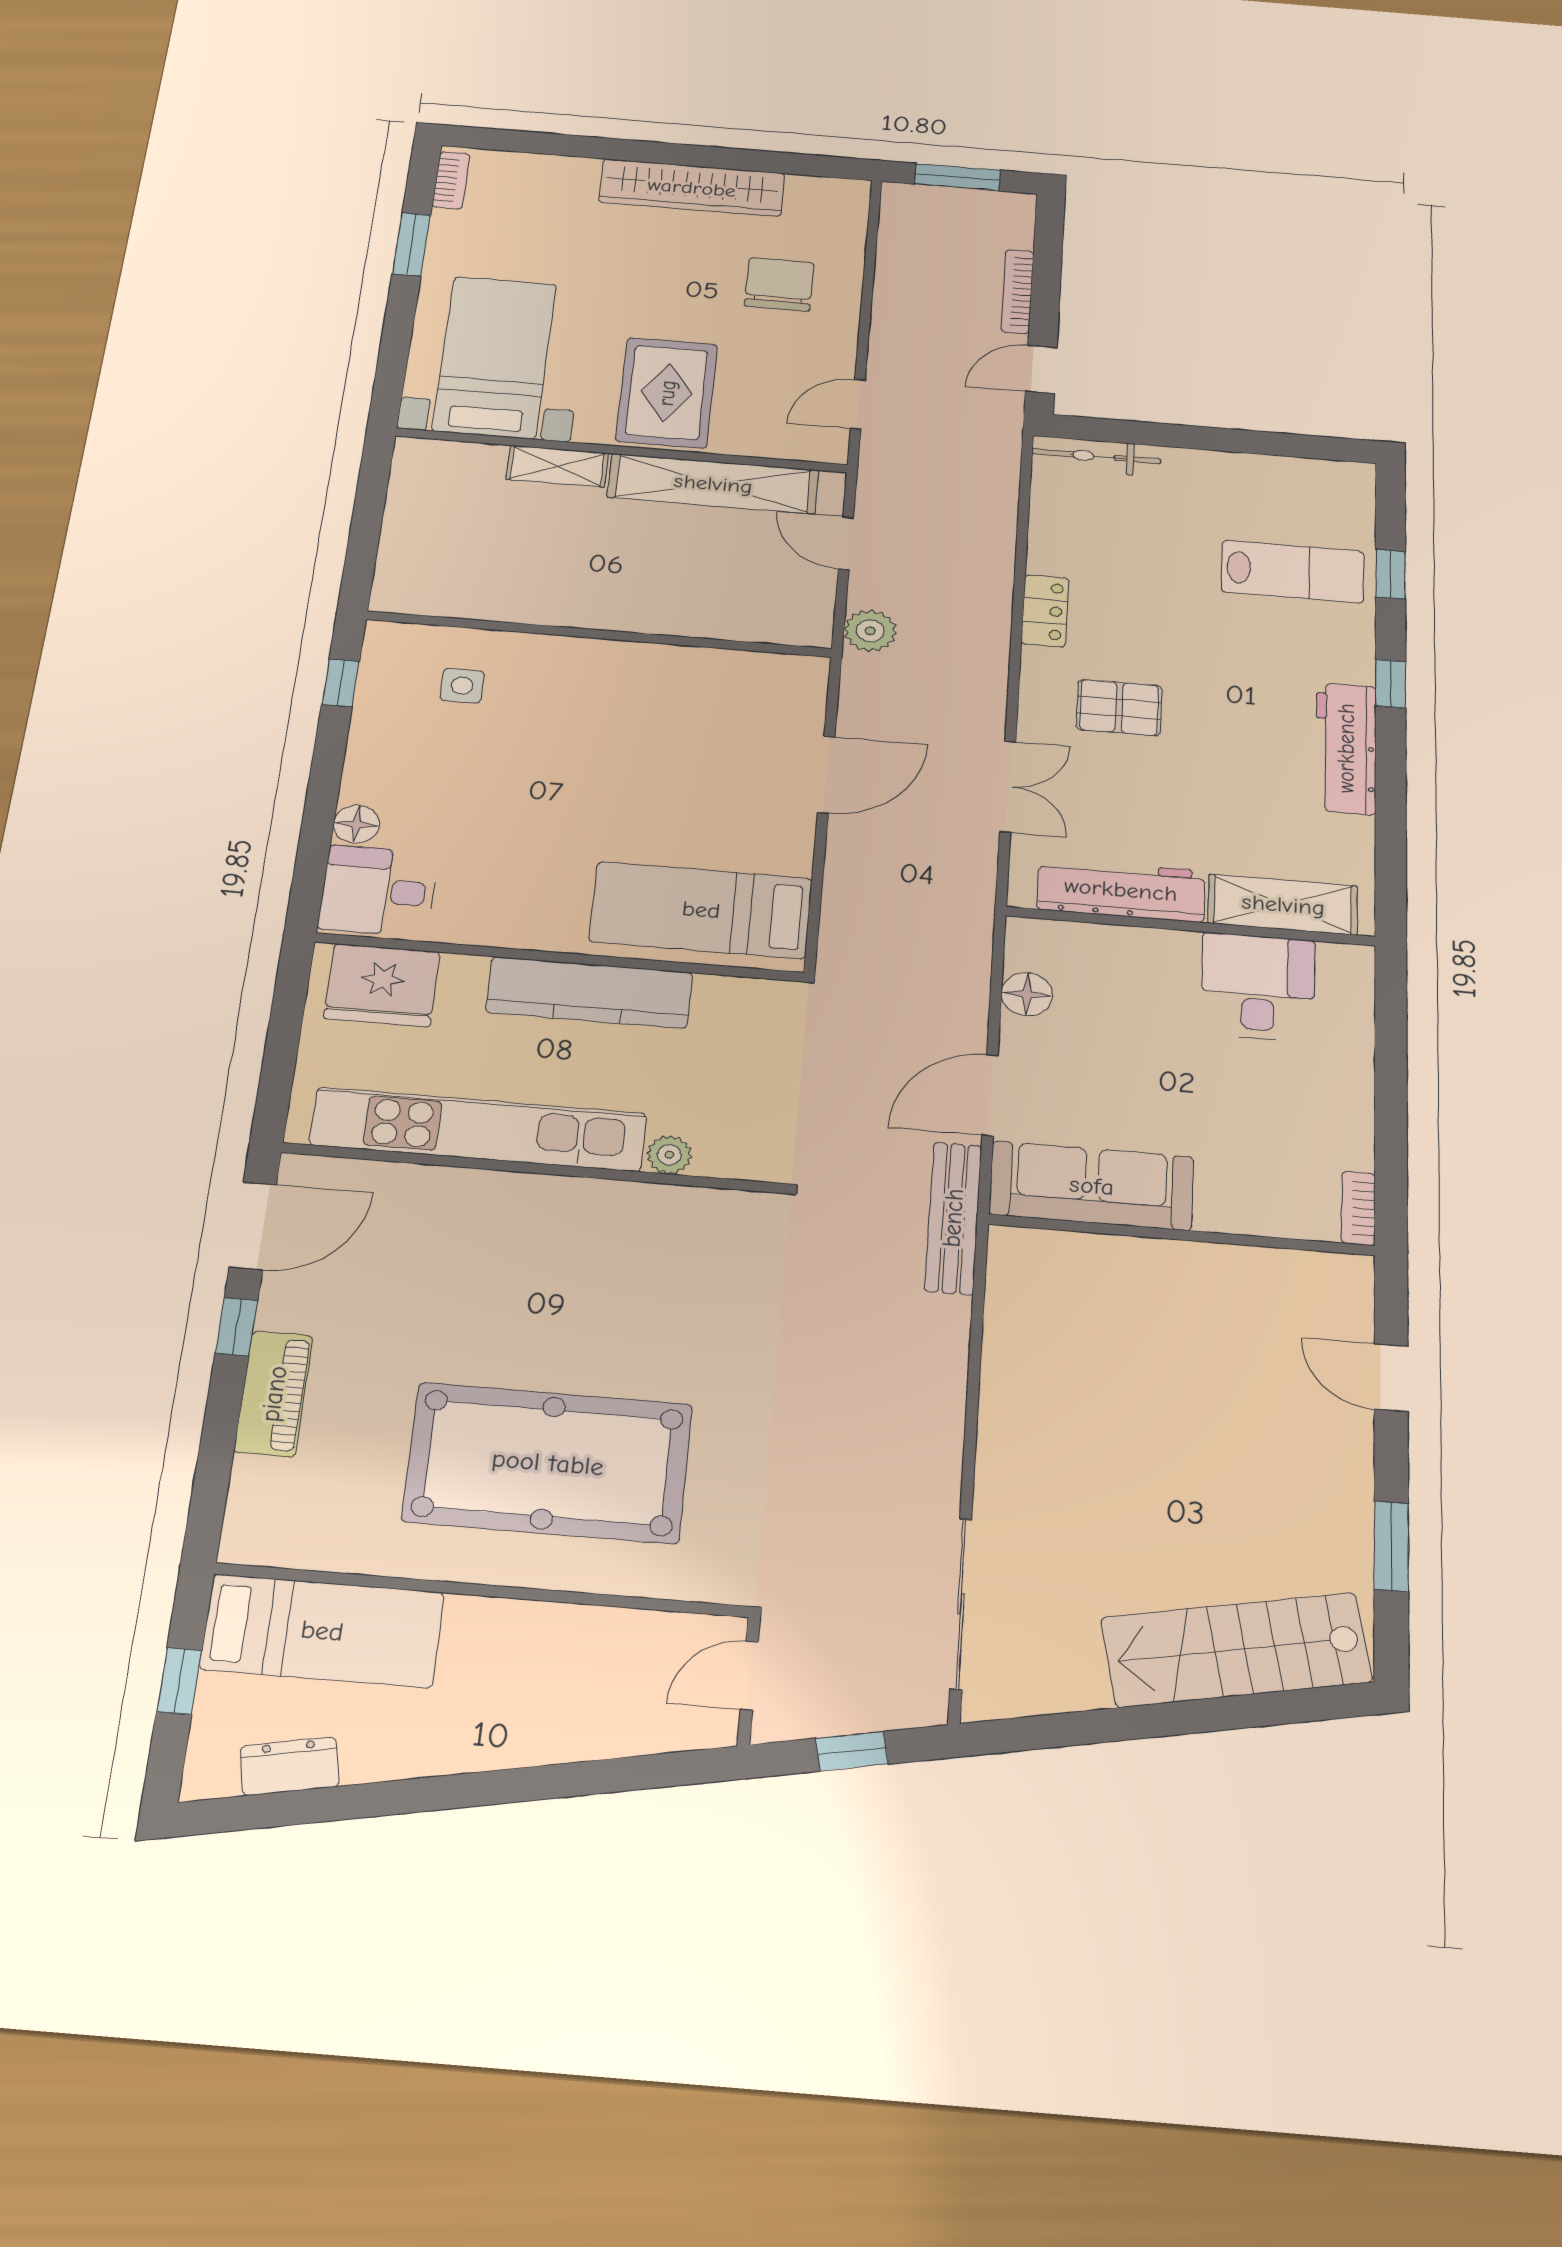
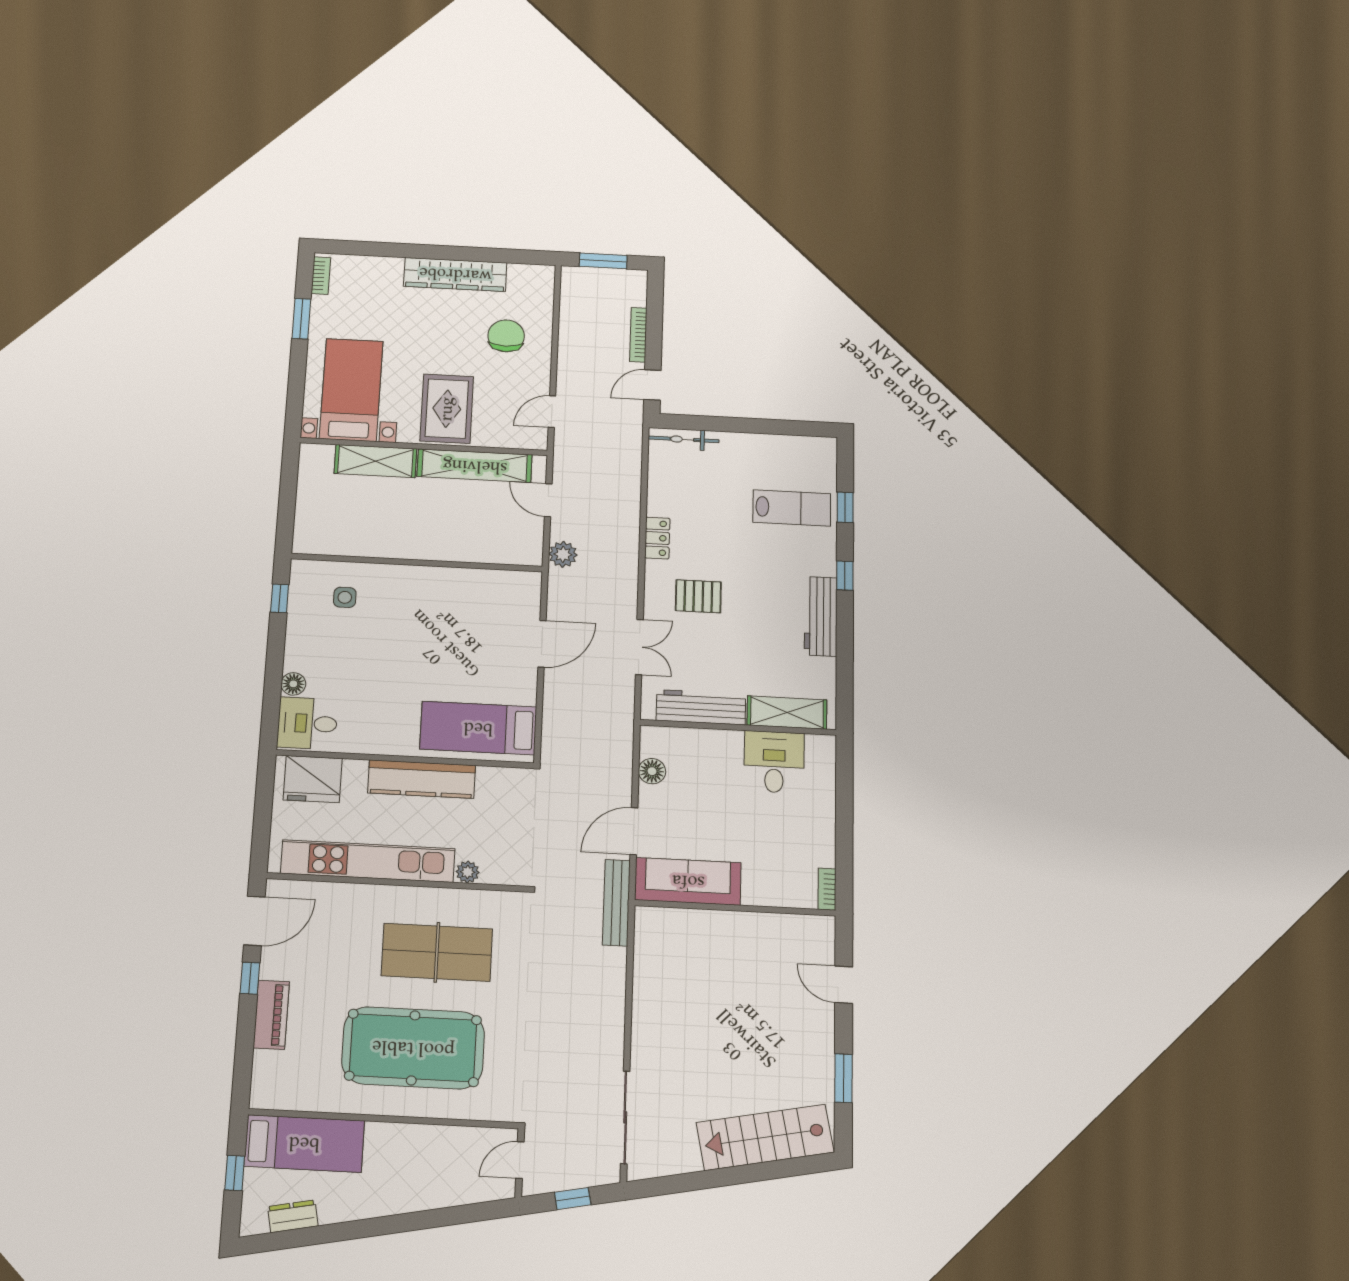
shelving: (557, 466) -> (375, 461), width x1.50, depth x1.33
table tennis table: (603, 1293) -> (437, 952), added

